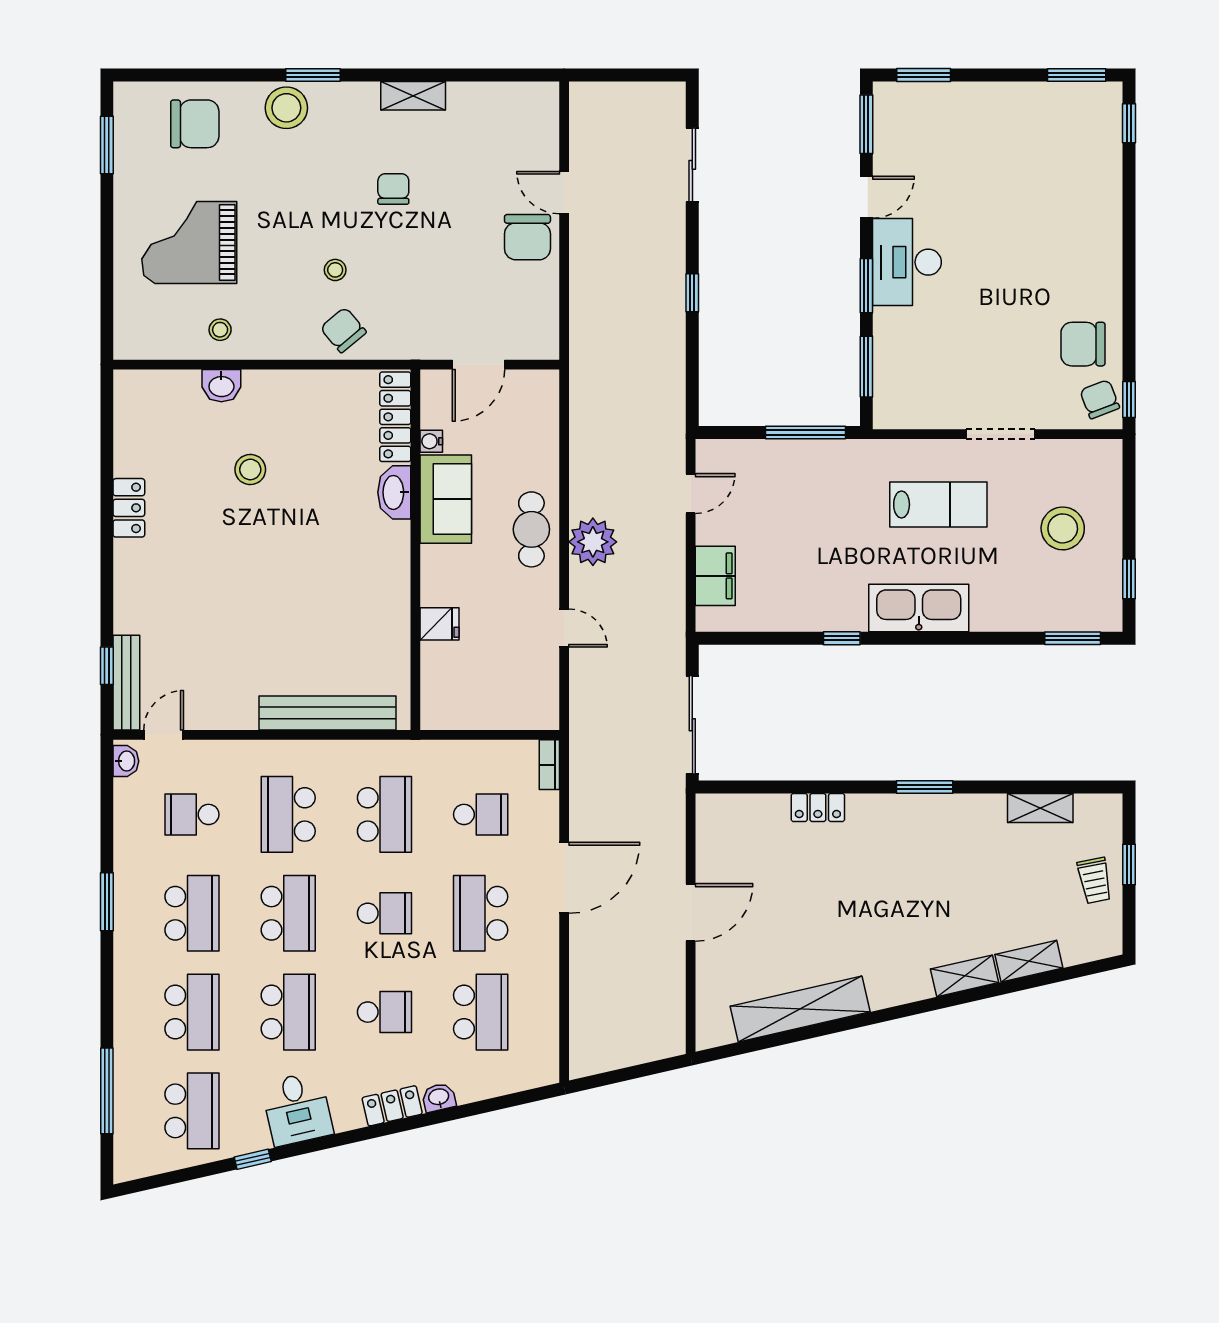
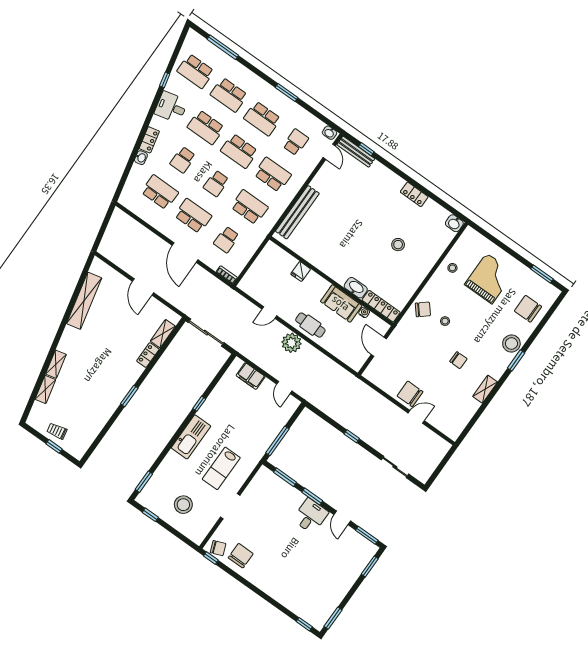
chair: (195, 124) -> (528, 309), turned 90
desk: (907, 262) -> (311, 516), width x0.73
washbasin: (221, 386) -> (454, 223), moved, turned -90
shelving: (1040, 808) -> (163, 334), moved
school desk: (384, 814) -> (249, 207), turned 180
school desk: (481, 1012) -> (160, 192), turned 180

